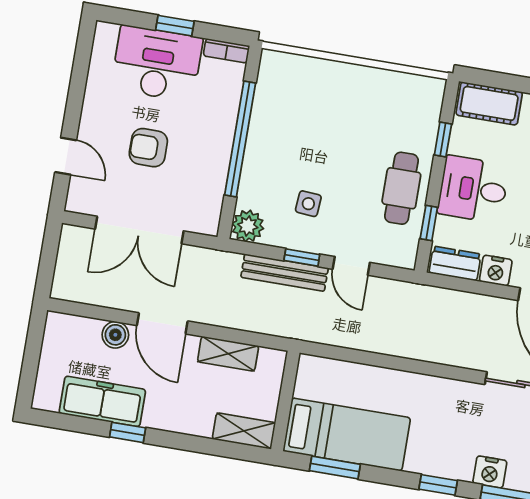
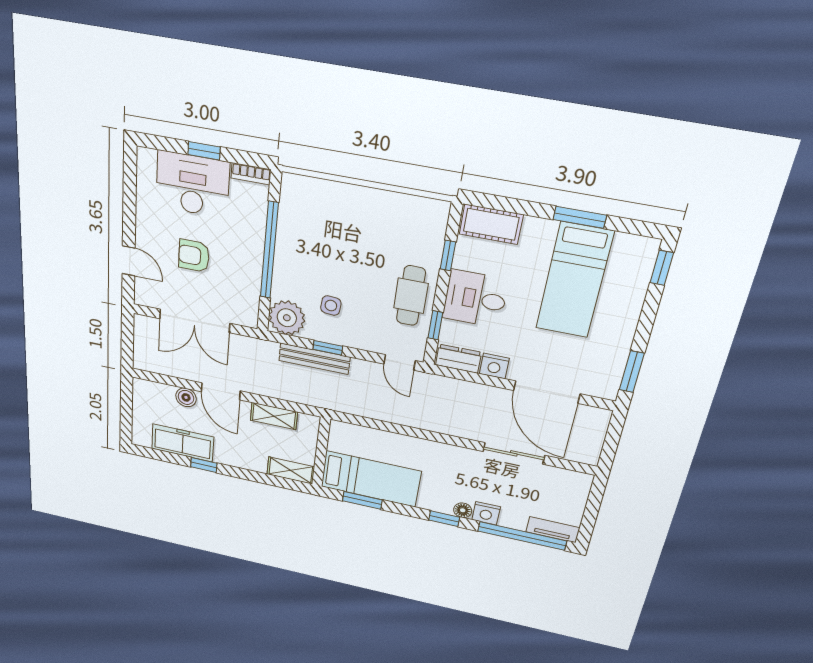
plant: (248, 226) -> (287, 318), width x1.36, depth x1.36
door: (351, 266) -> (400, 362), moved
floor lamp: (461, 470) -> (463, 510), added

